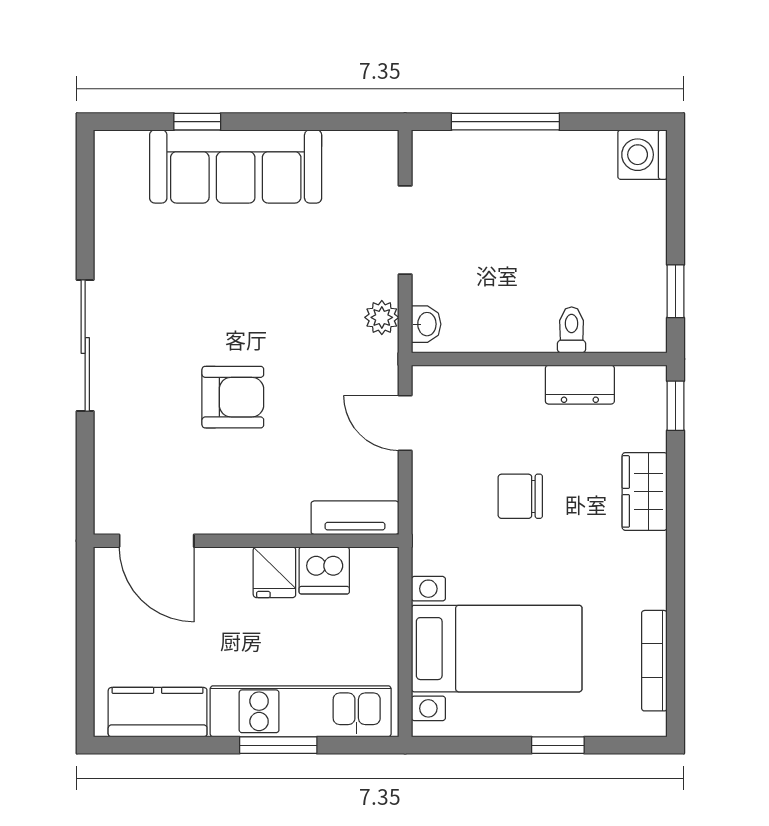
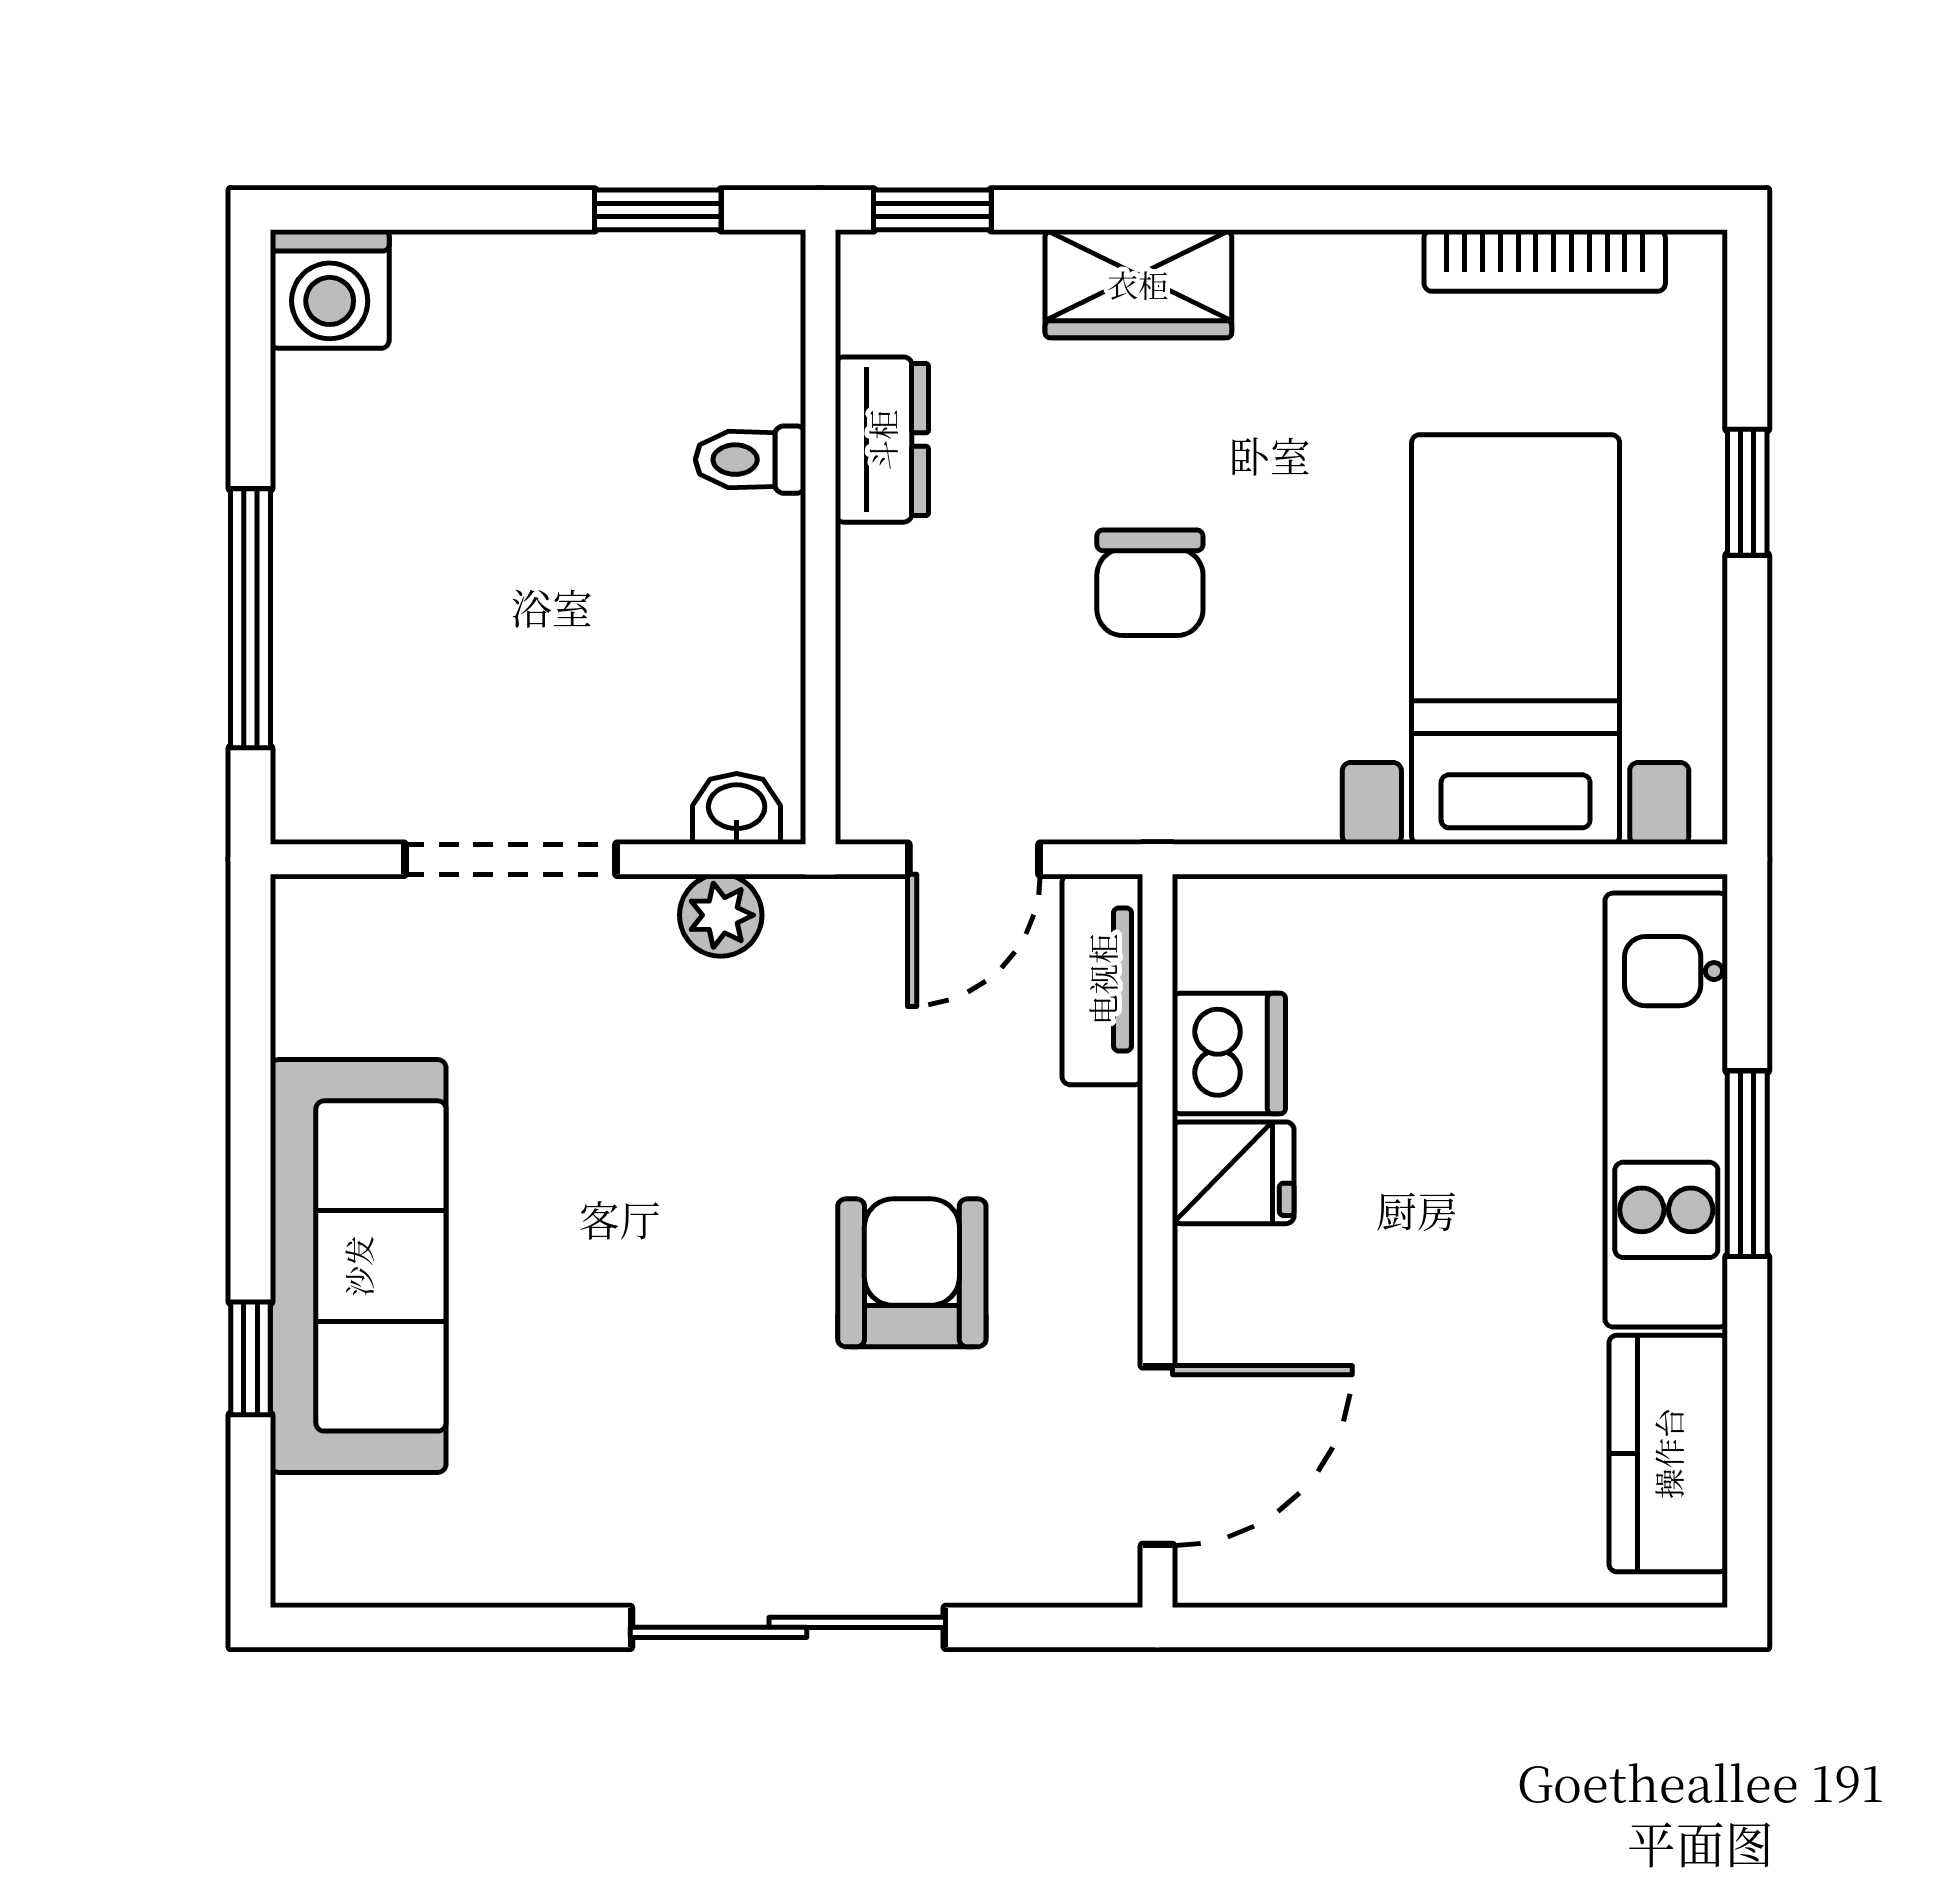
tv unit: (355, 518) -> (1102, 979), moved
door: (157, 541) -> (1157, 1456), moved
wall: (246, 541) -> (1157, 1241), moved
dishwasher: (324, 570) -> (1229, 1053), moved
fridge: (274, 572) -> (1233, 1173), moved

